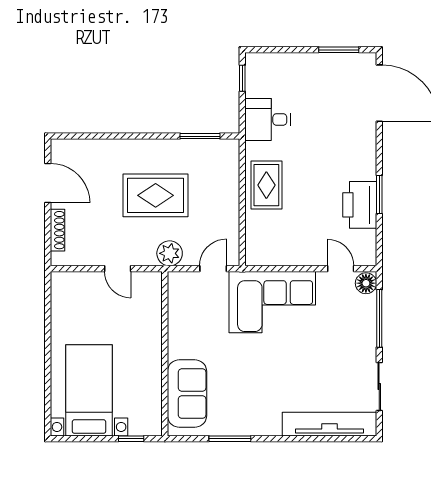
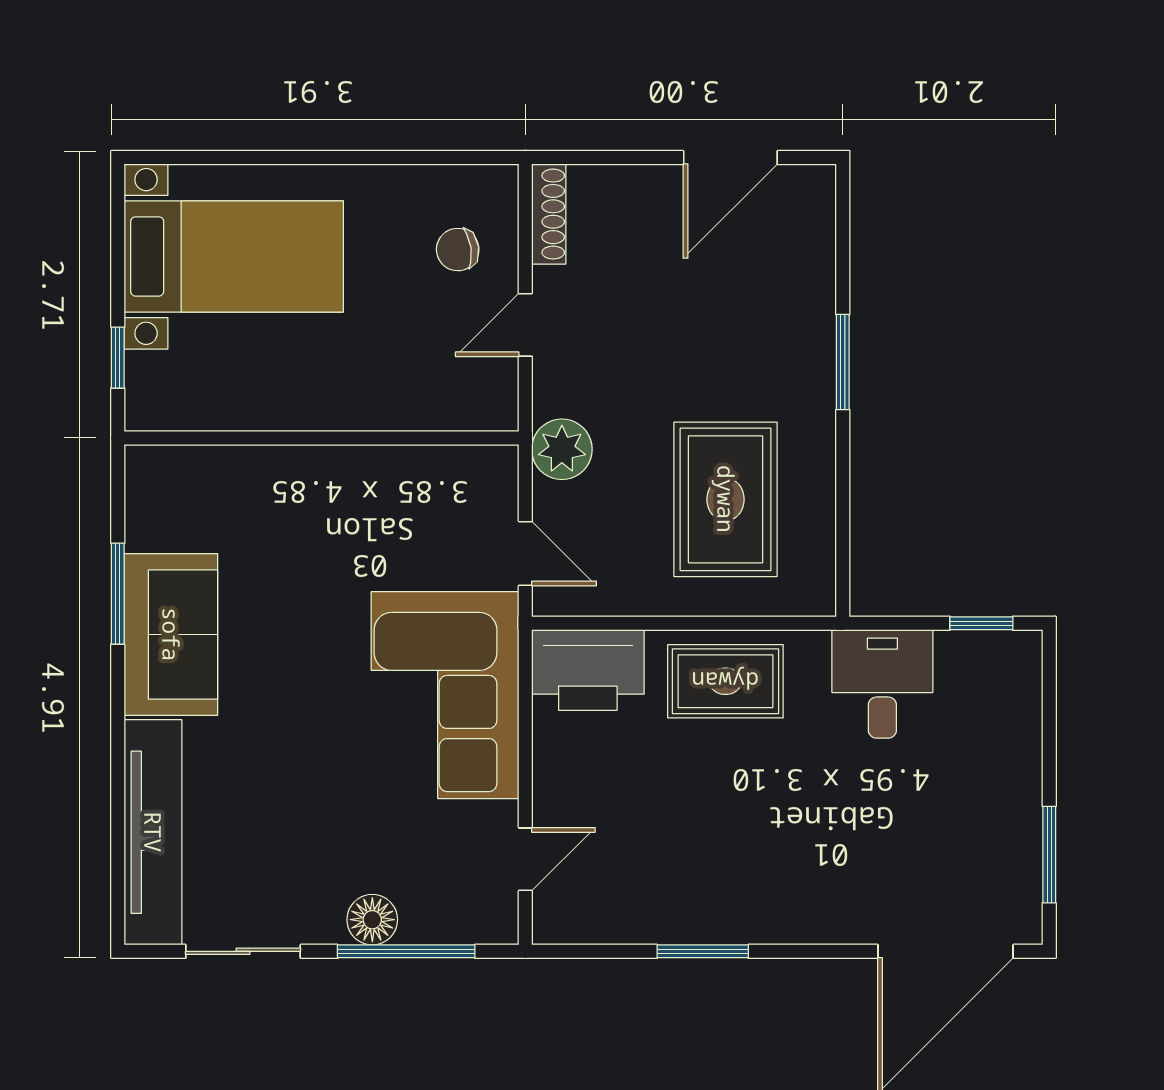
window: (200, 136) -> (843, 362), moved
rug: (156, 195) -> (726, 499), moved
printer: (360, 205) -> (588, 670), moved, turned 180
shoe rack: (57, 230) -> (549, 214), moved, turned -90
floor lamp: (366, 283) -> (372, 920), moved
chair: (86, 297) -> (458, 250), added
sofa: (187, 394) -> (171, 634), moved, turned -90

